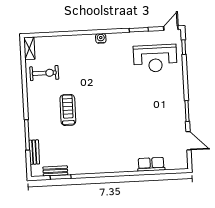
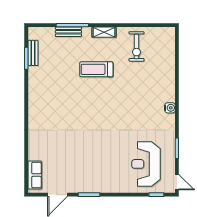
shelving: (29, 48) -> (104, 32), moved
treadmill: (68, 110) -> (96, 69), turned 180
bench: (34, 152) -> (68, 32), moved
row of seats: (151, 164) -> (35, 175), moved

